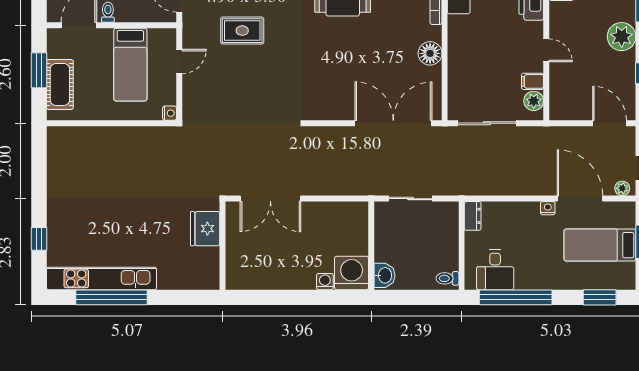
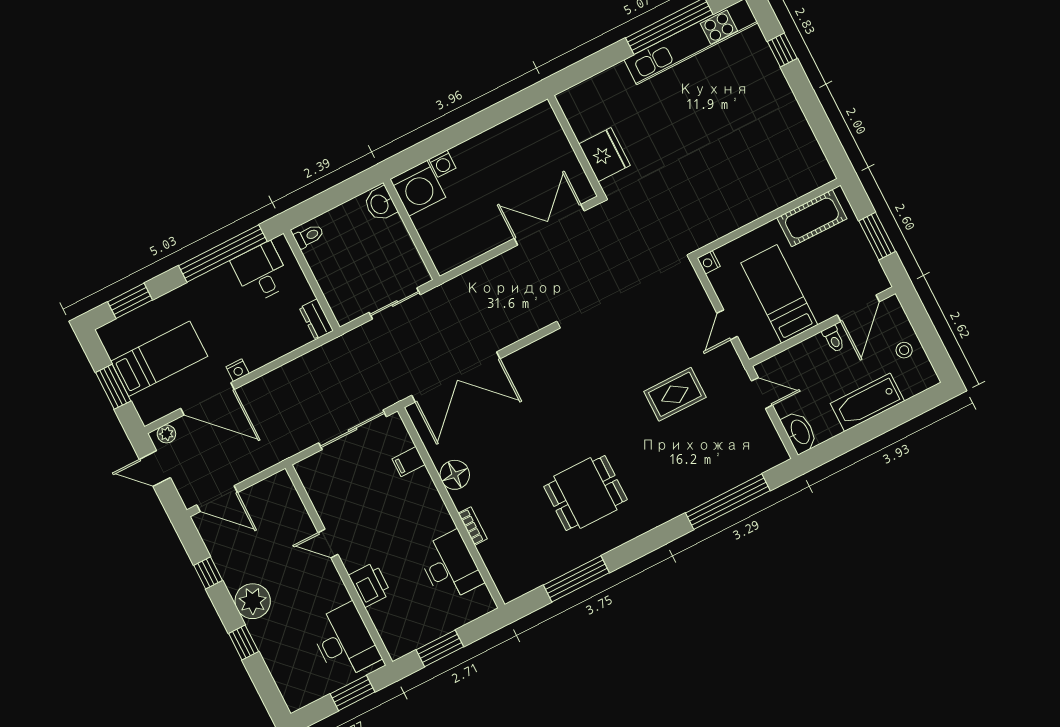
filing cabinet: (533, 81) -> (409, 462), moved, turned 180
cot: (60, 84) -> (812, 218), moved, turned 90
plant: (534, 101) -> (313, 481), removed

